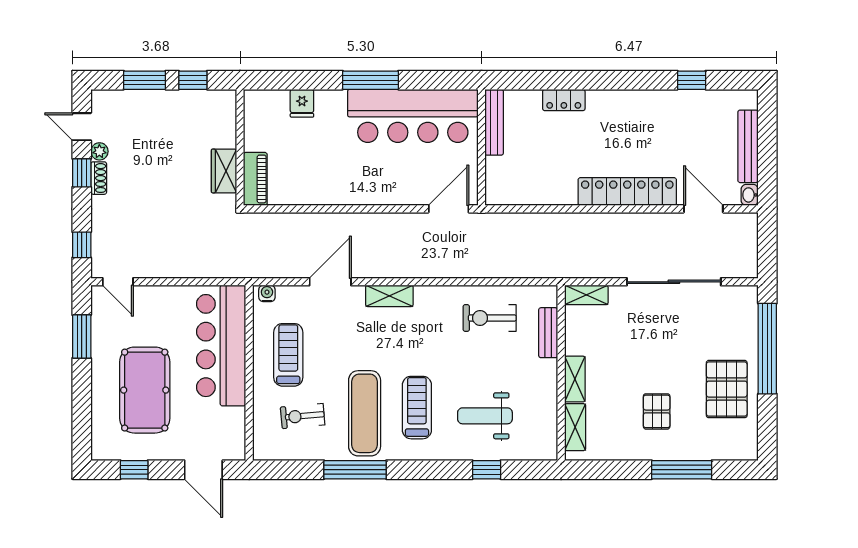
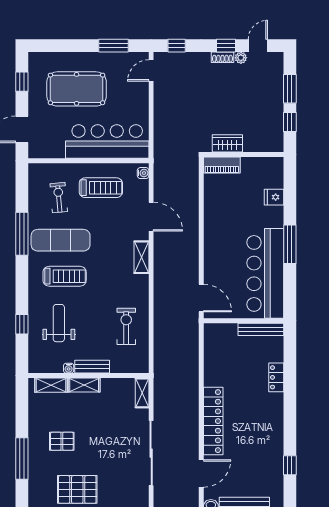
bench: (548, 333) -> (92, 367), moved
water cooler: (550, 402) -> (69, 368), added

